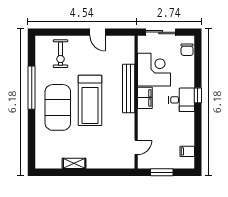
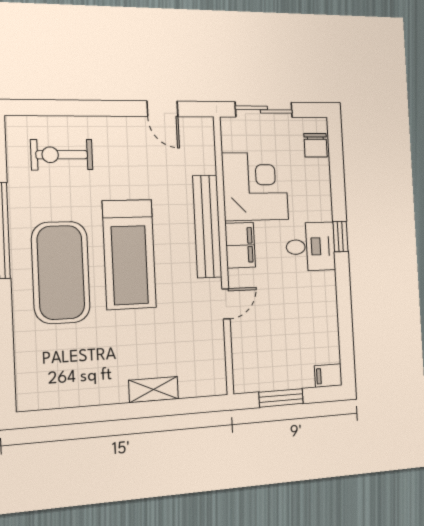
door: (97, 32) -> (163, 109), moved
exercise bike: (61, 54) -> (62, 155), turned 90
door: (136, 147) -> (226, 304), moved
filing cabinet: (187, 151) -> (328, 376), moved
shelving: (74, 163) -> (154, 390), moved

